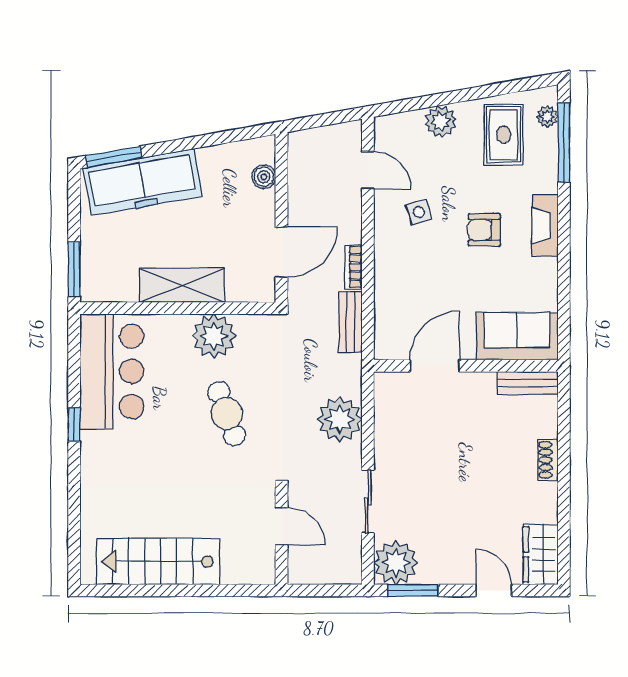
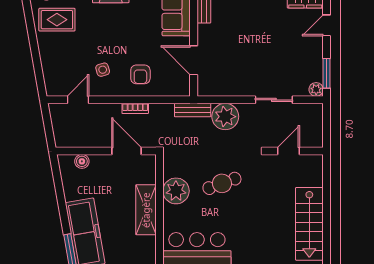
plant: (441, 121) -> (49, 57), removed
armchair: (484, 230) -> (140, 74), moved
bench: (351, 322) -> (193, 110), moved
plant: (396, 563) -> (316, 89), width x0.53, depth x0.53

